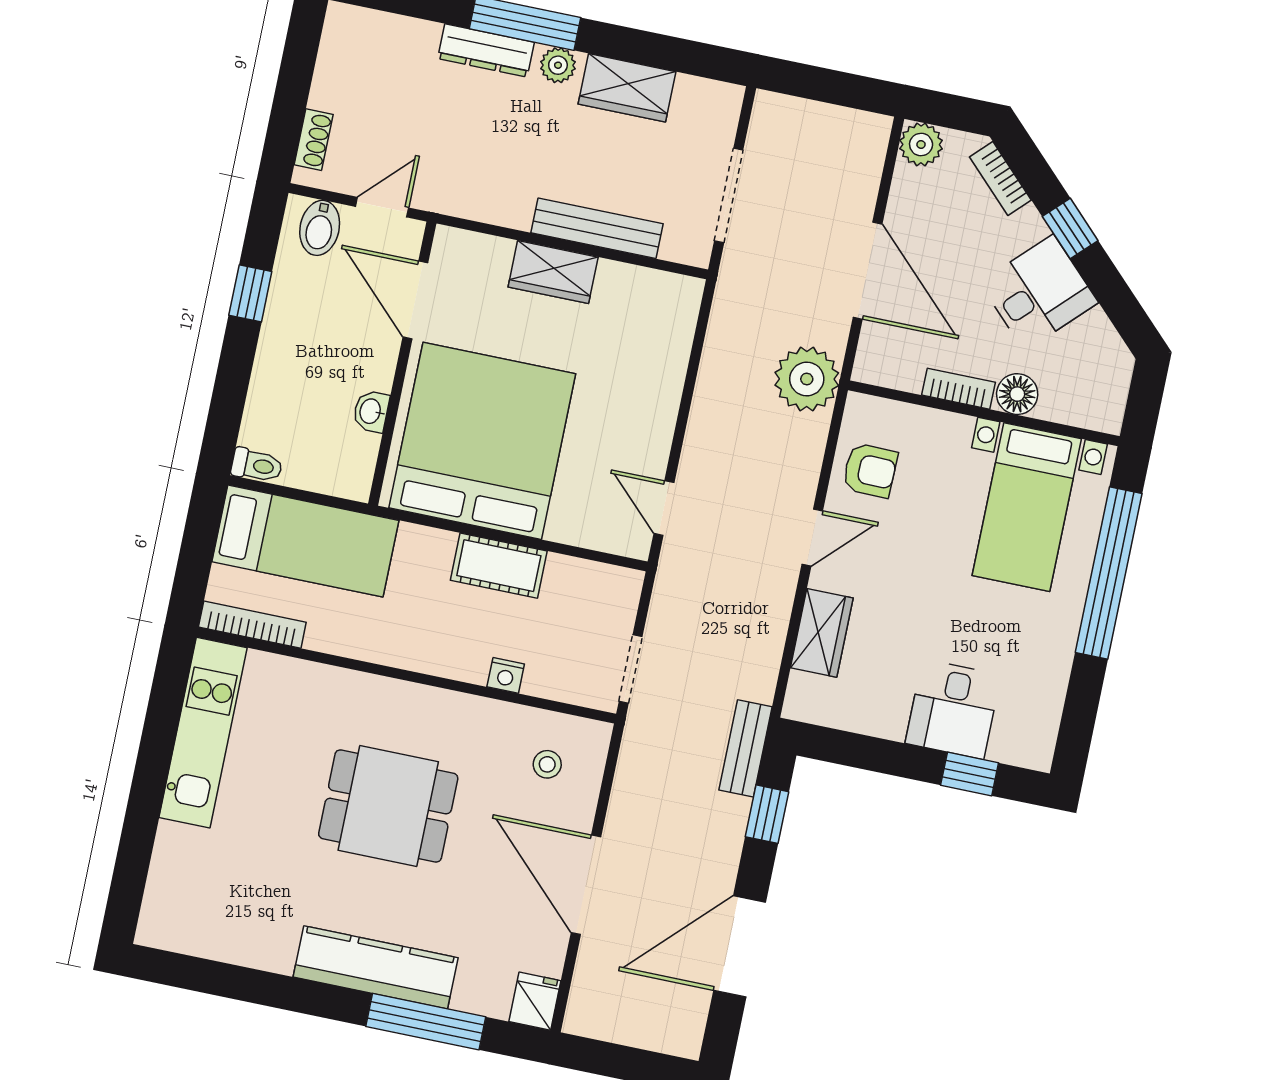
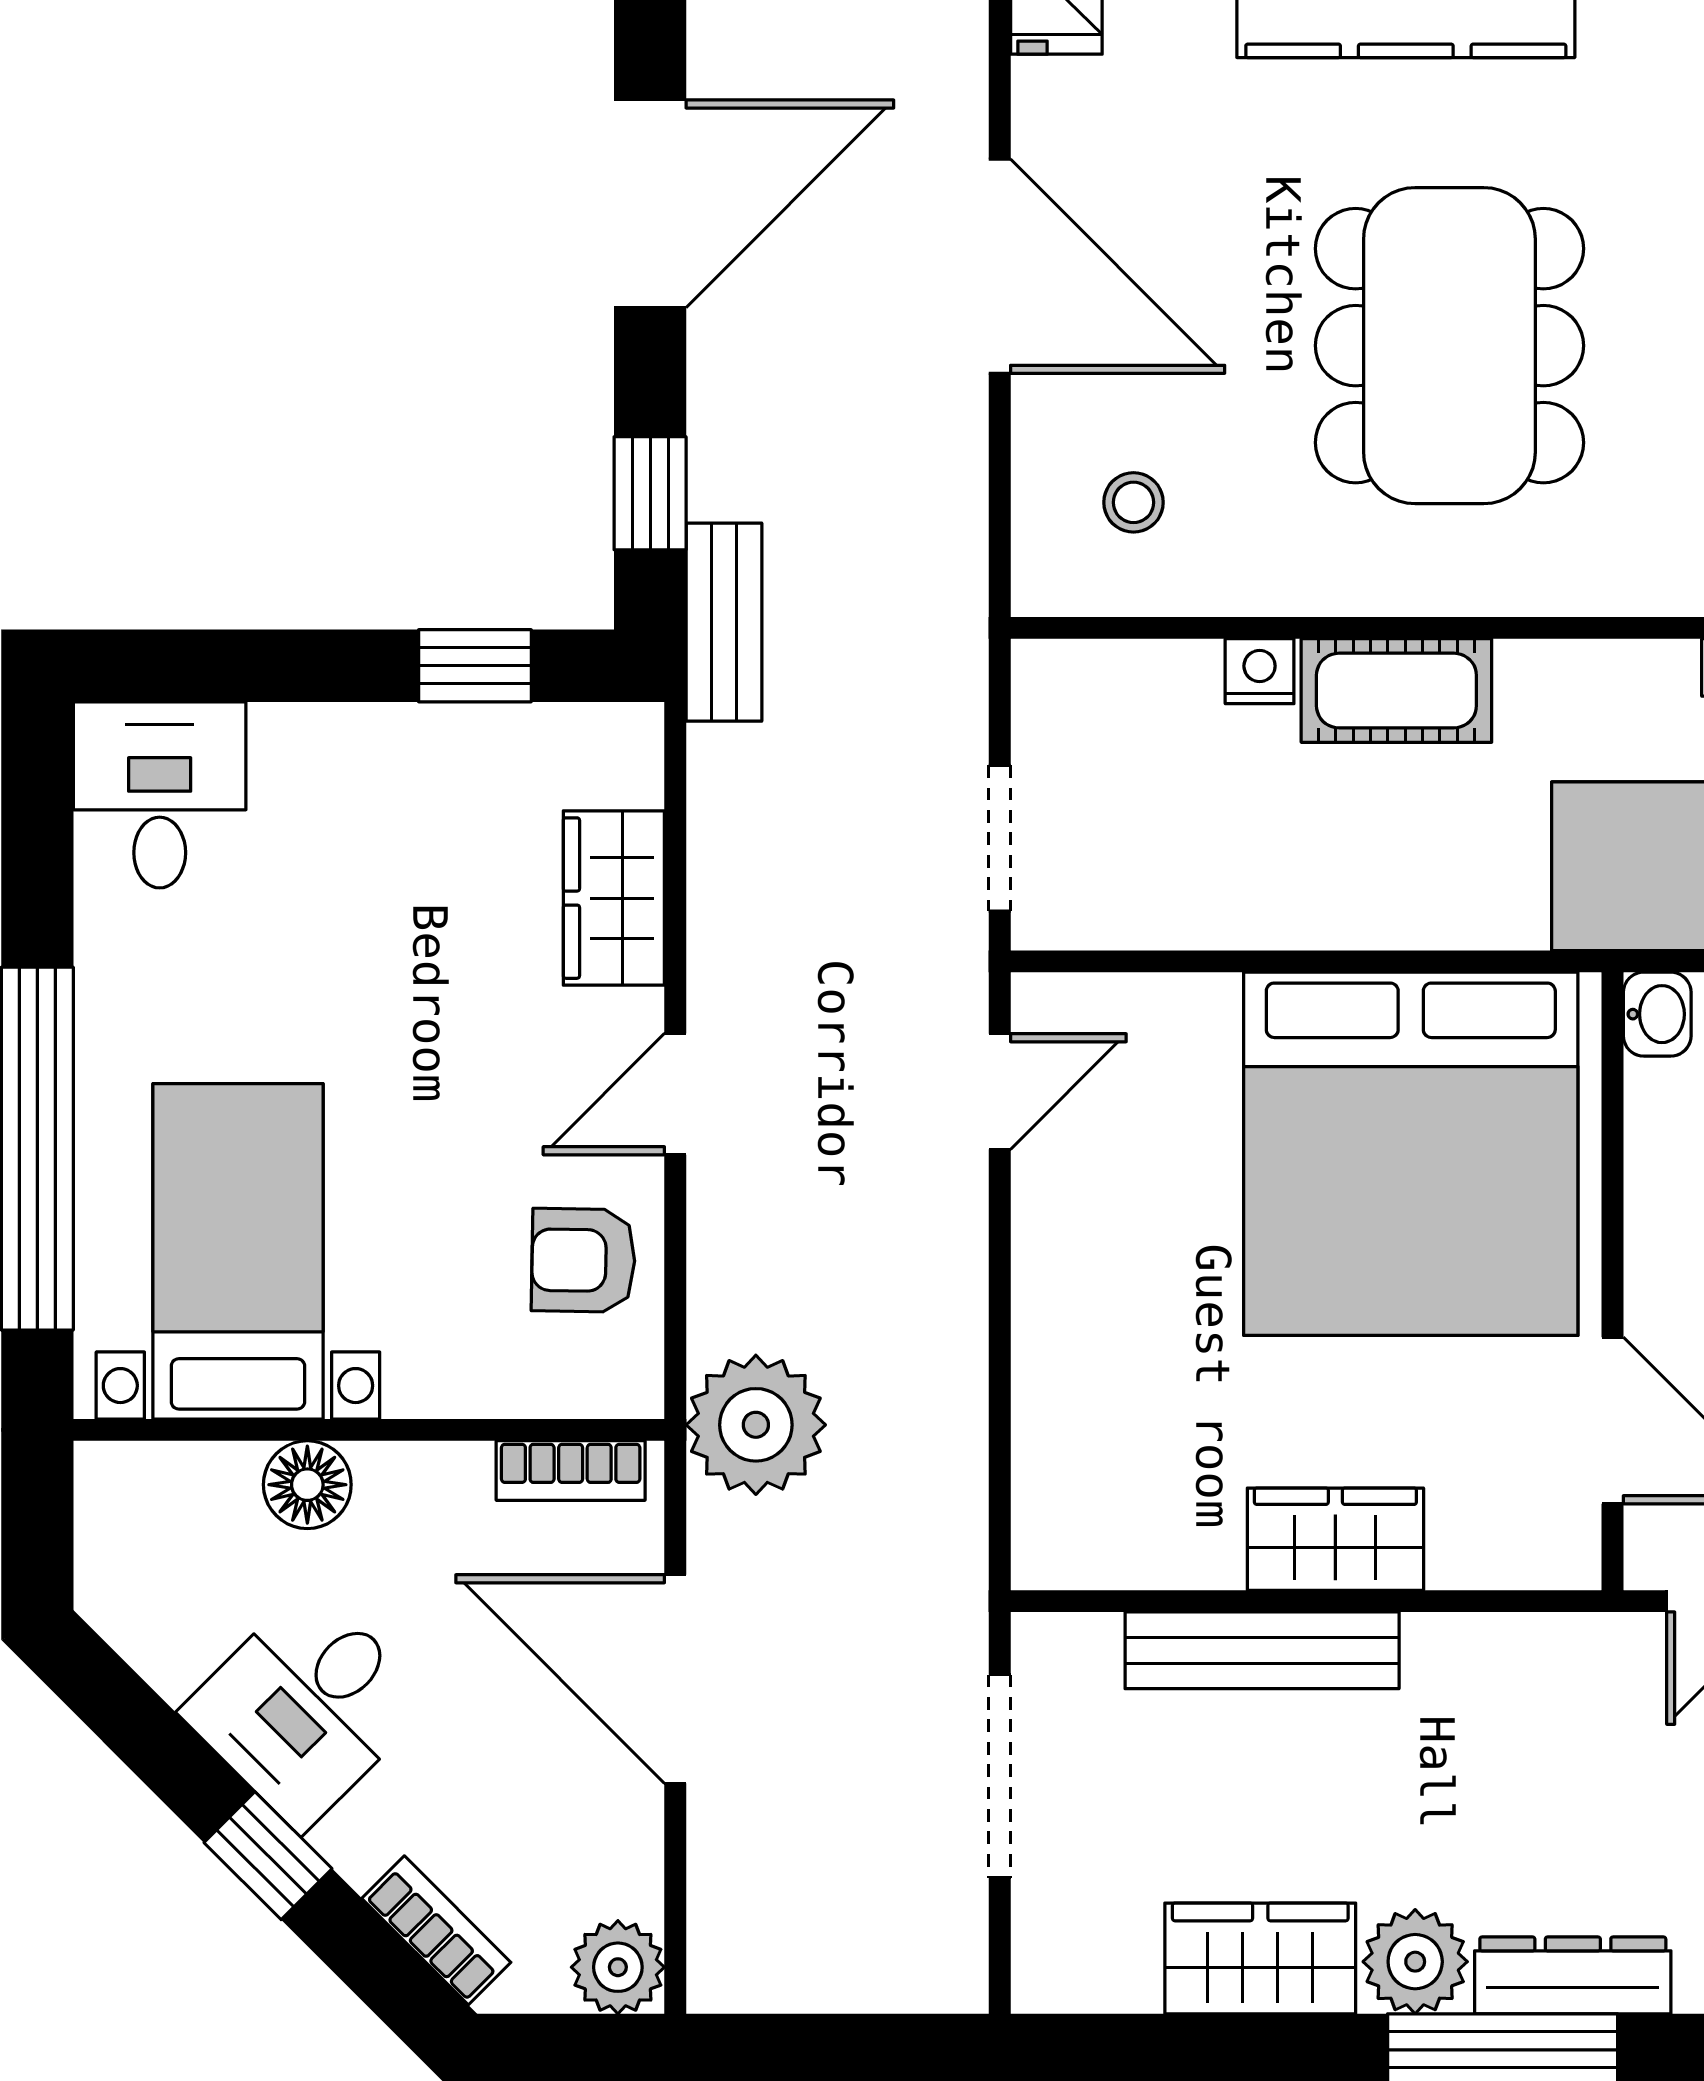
plant: (558, 65) -> (1415, 1962), width x1.38, depth x1.38
bookcase: (958, 389) -> (571, 1471), moved
washbasin: (371, 411) -> (1657, 1014), moved
door: (664, 508) -> (1000, 1091), hinge flipped
cot: (499, 566) -> (1396, 691), moved
doorway: (631, 669) -> (1000, 838), moved
desk: (953, 709) -> (160, 795), moved
window: (970, 774) -> (475, 666), moved
dining table: (388, 806) -> (1449, 346), width x1.38

